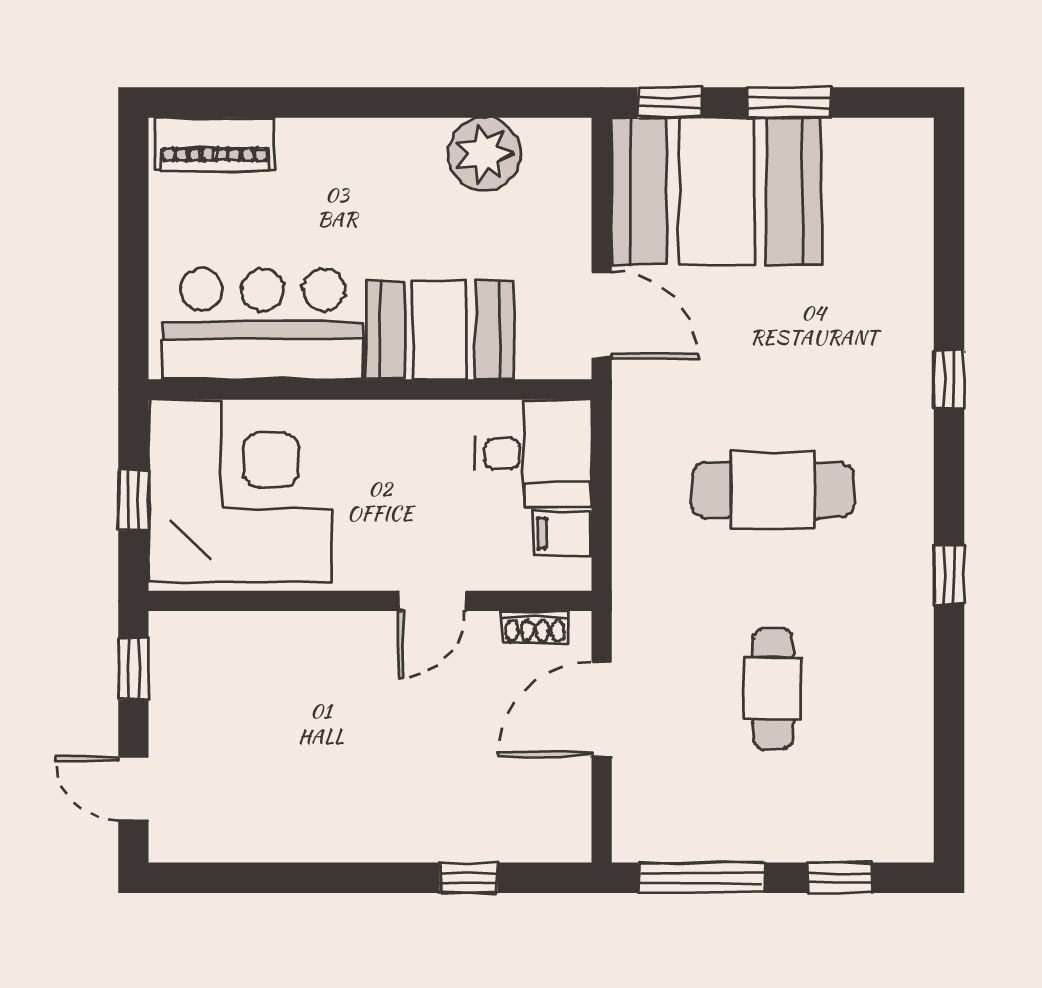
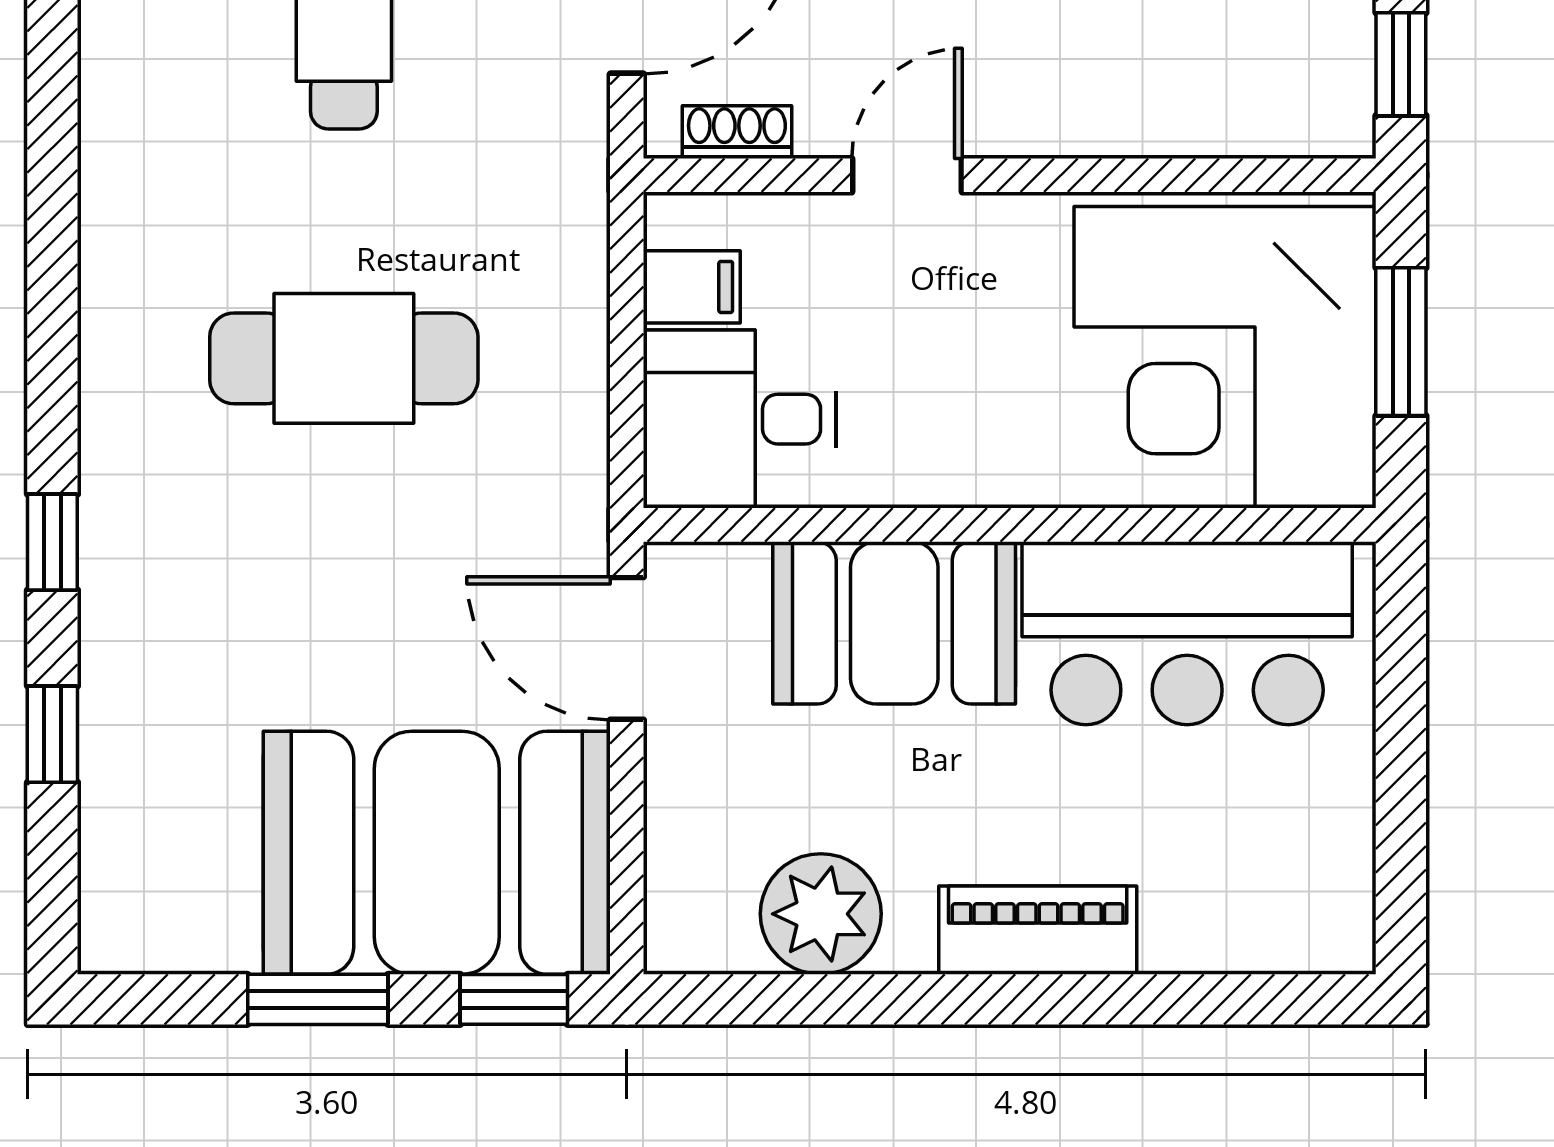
piano: (215, 144) -> (1038, 930), moved
window: (133, 500) -> (1401, 342), width x1.50
window: (949, 575) -> (52, 734), moved

